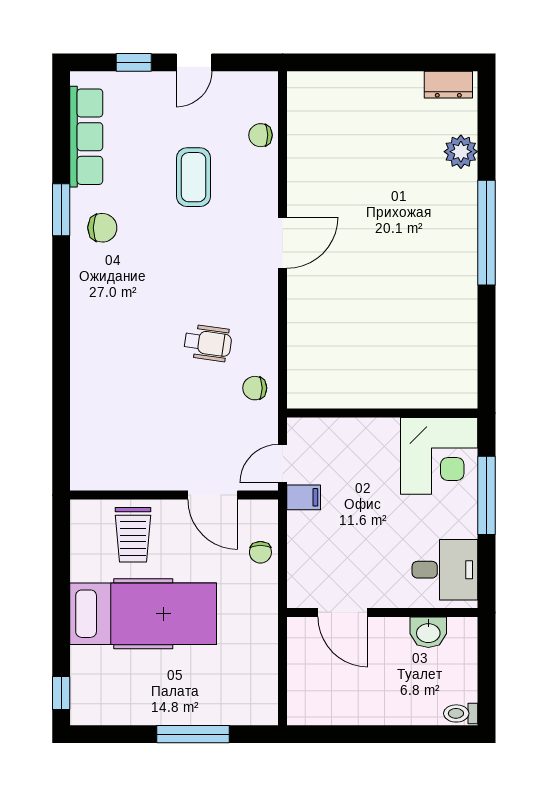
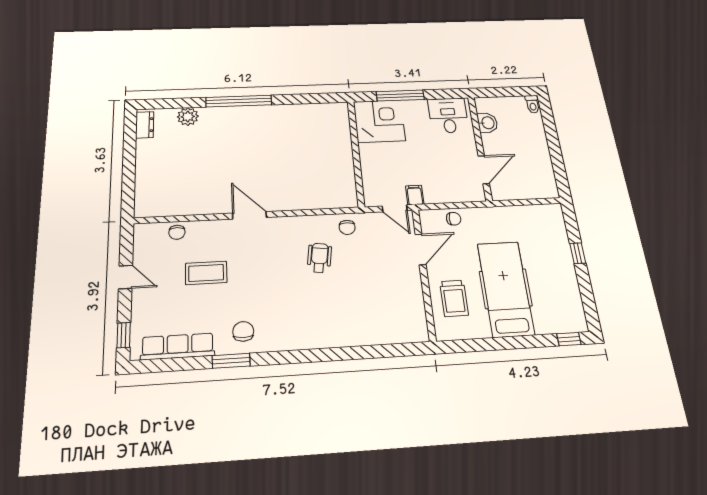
window: (134, 62) -> (124, 335), moved
trolley: (133, 535) -> (454, 298), turned 90
window: (193, 734) -> (578, 253), width x0.46

